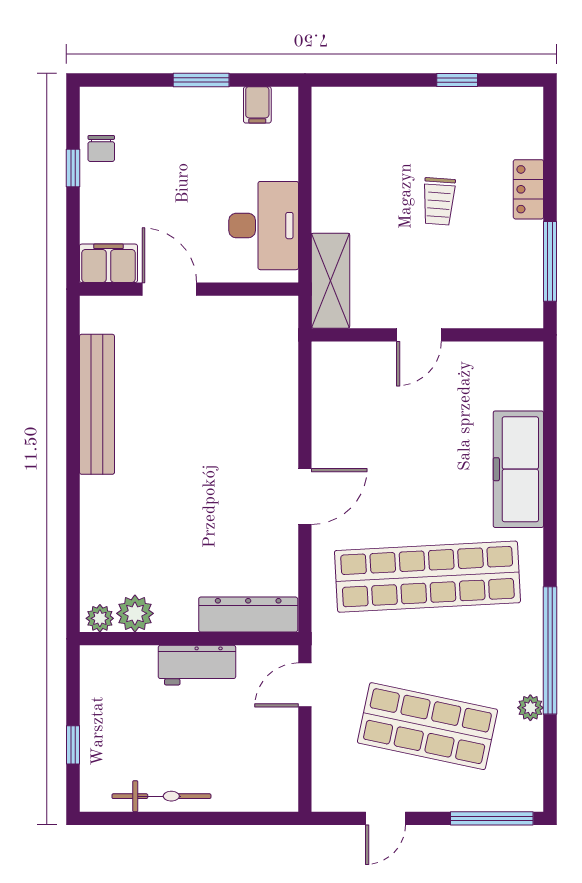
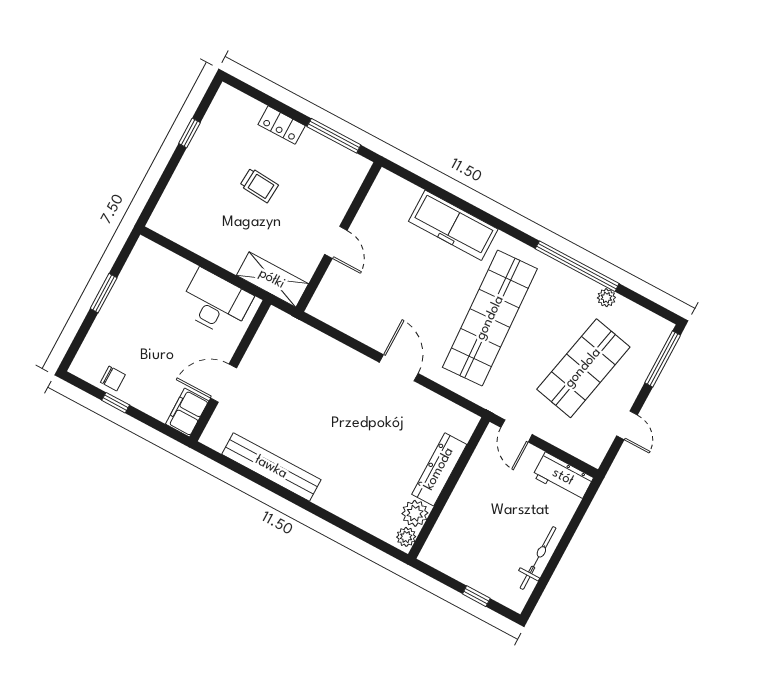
filing cabinet: (257, 105) -> (138, 266), removed
dresser: (248, 615) -> (439, 469), moved
workbench: (197, 665) -> (563, 477), moved, turned 90

